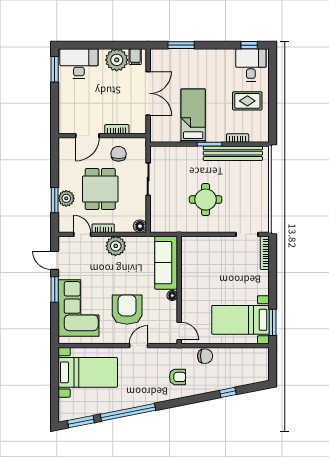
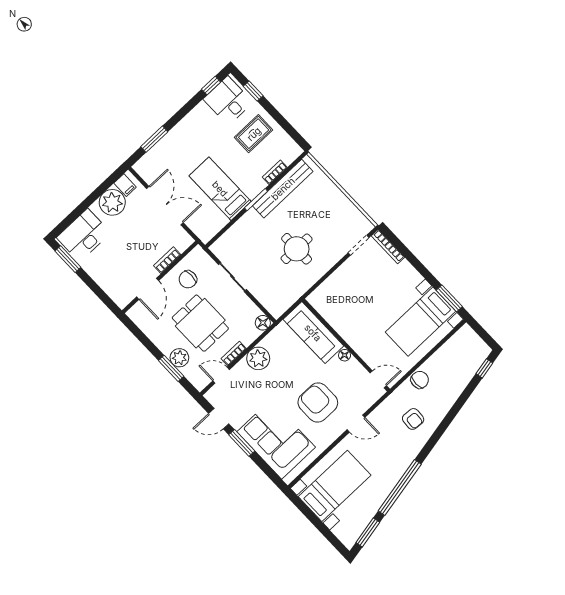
window: (273, 74) -> (253, 91), added
chair: (119, 154) -> (188, 279), turned -90
door: (139, 346) -> (356, 424), swing flipped
armchair: (177, 377) -> (413, 419), turned 94
window: (228, 392) -> (484, 368), moved

